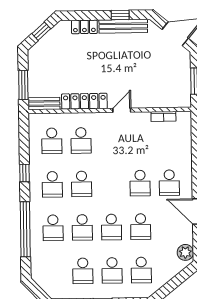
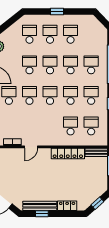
door: (122, 110) -> (31, 147), moved
school desk: (111, 184) -> (50, 95), added

